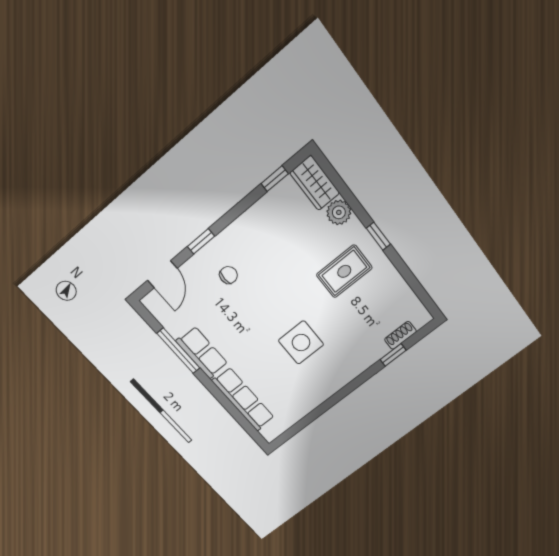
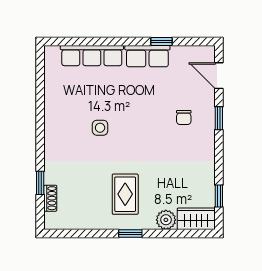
side table: (301, 343) -> (100, 128), width x0.54, depth x0.54
window: (178, 351) -> (161, 42), width x0.46

